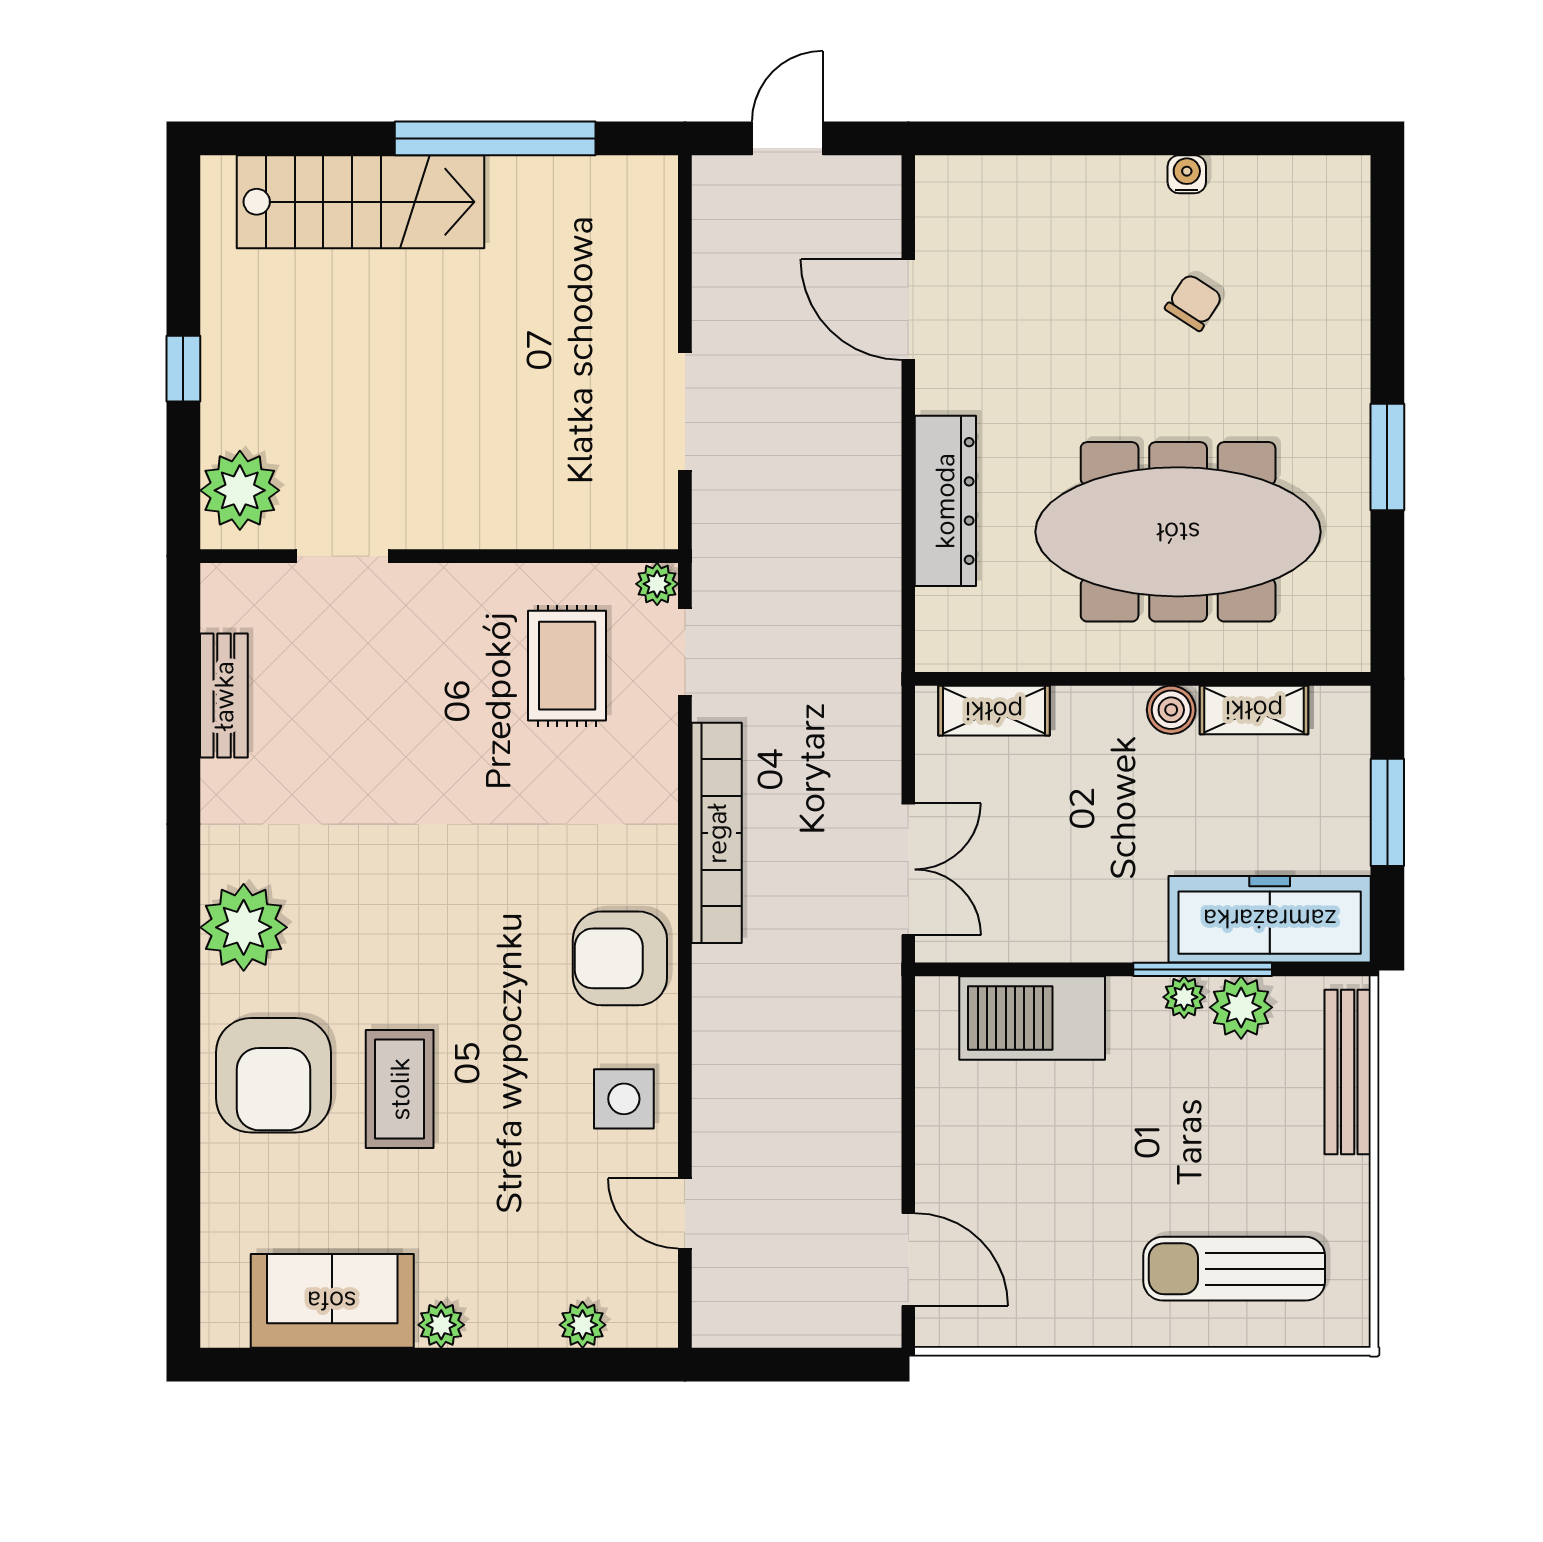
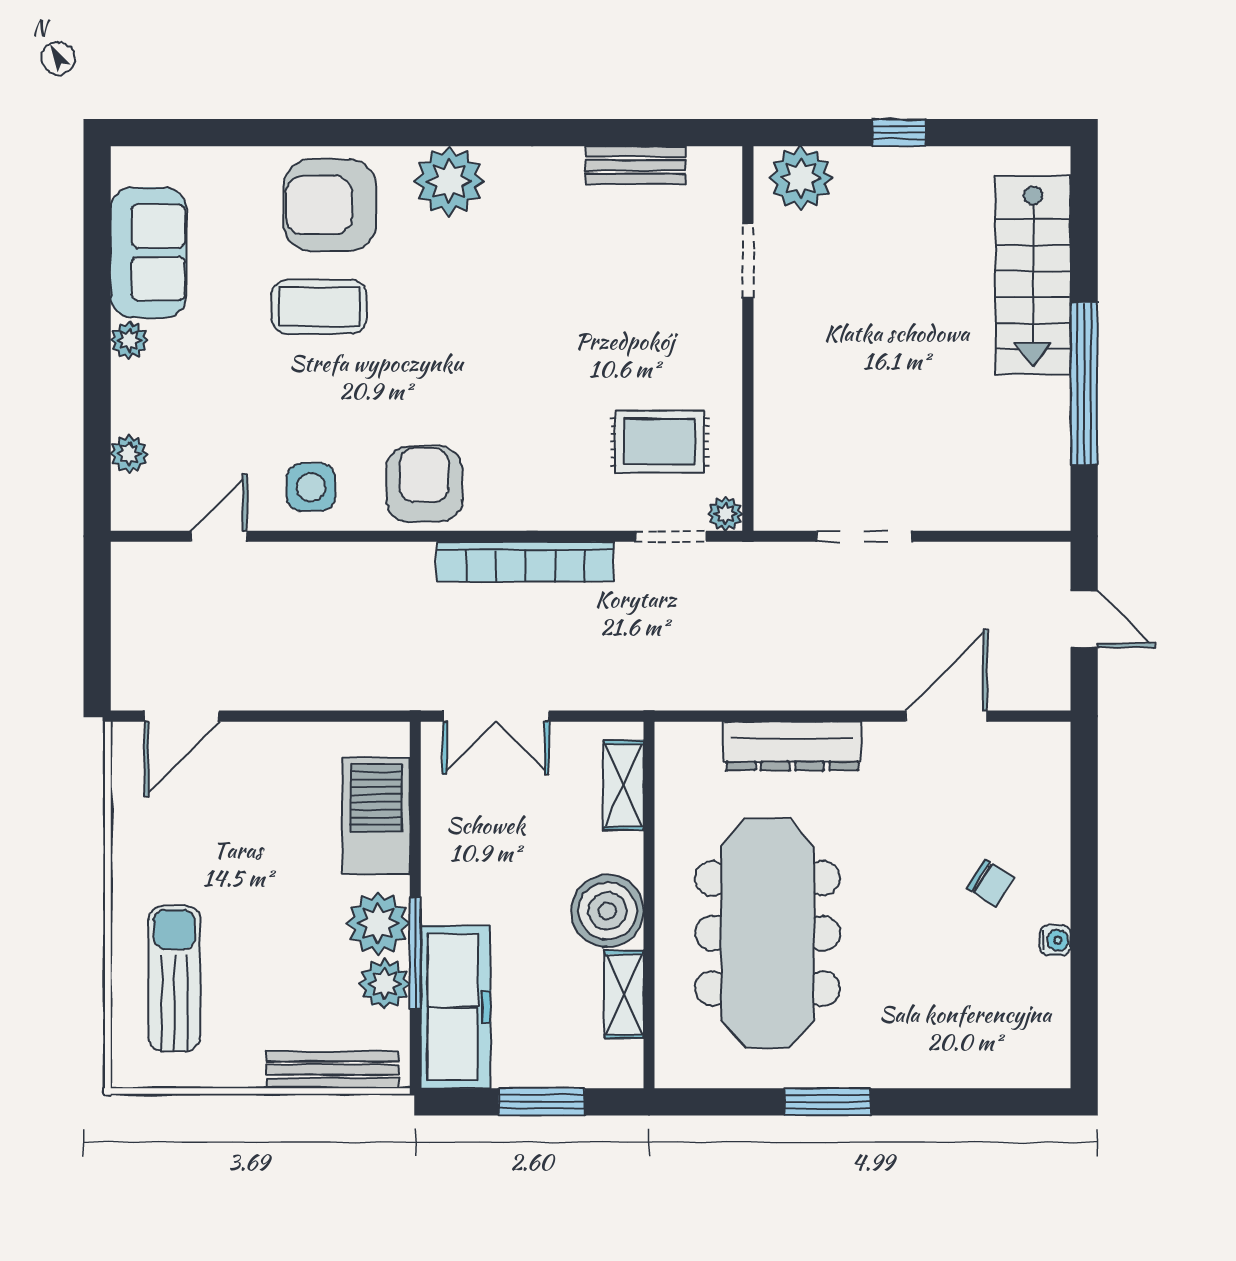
chair: (1194, 302) -> (991, 883), moved
boiler: (1171, 710) -> (607, 911), width x1.86, depth x1.86
plant: (1184, 997) -> (378, 923), width x1.87, depth x1.87

